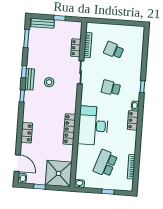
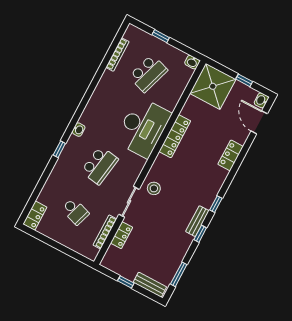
stool: (49, 82) -> (154, 188), moved
school desk: (111, 88) -> (100, 165), width x1.85
locker: (133, 120) -> (35, 216), moved

